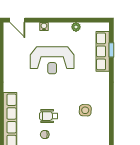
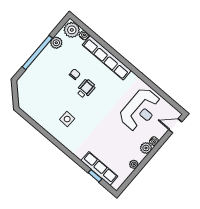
plant: (55, 28) -> (146, 148), added
reception desk: (52, 60) -> (140, 110), moved, turned 180

